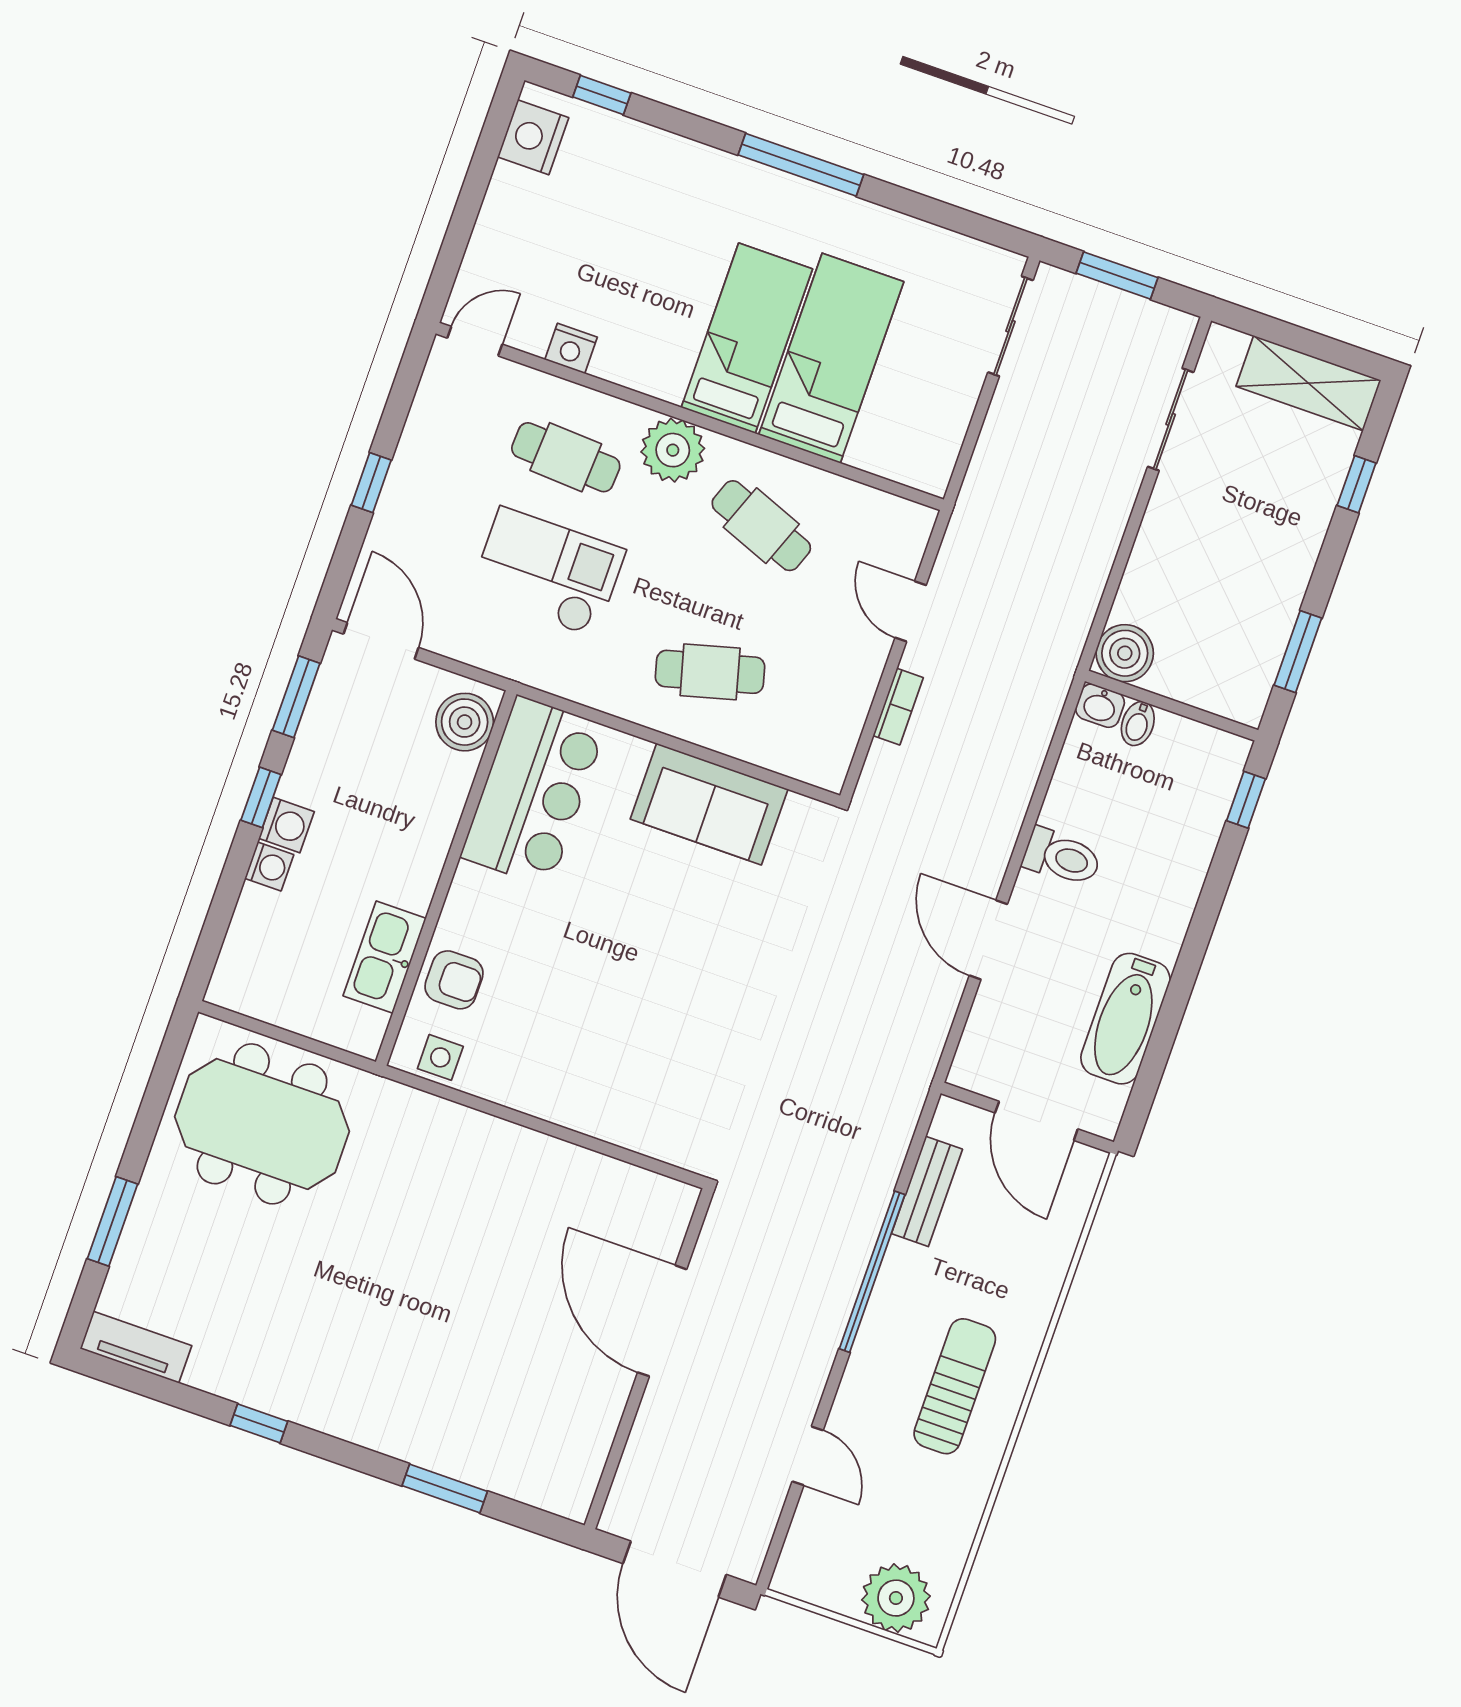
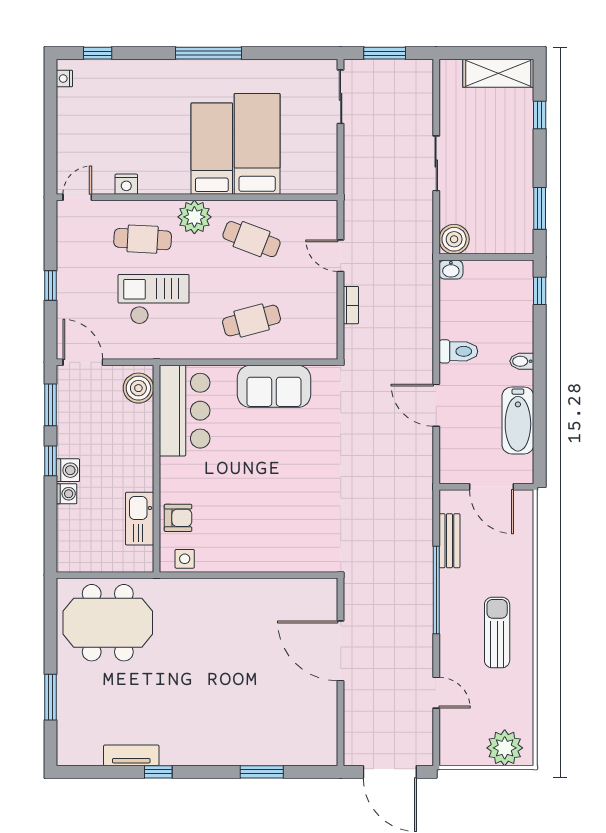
nightstand: (533, 137) -> (64, 79), width x0.53, depth x0.56
sliding door: (1171, 419) -> (436, 163), moved
bidet: (1138, 724) -> (522, 361), moved, turned 90
tv unit: (136, 1347) -> (131, 755), moved

